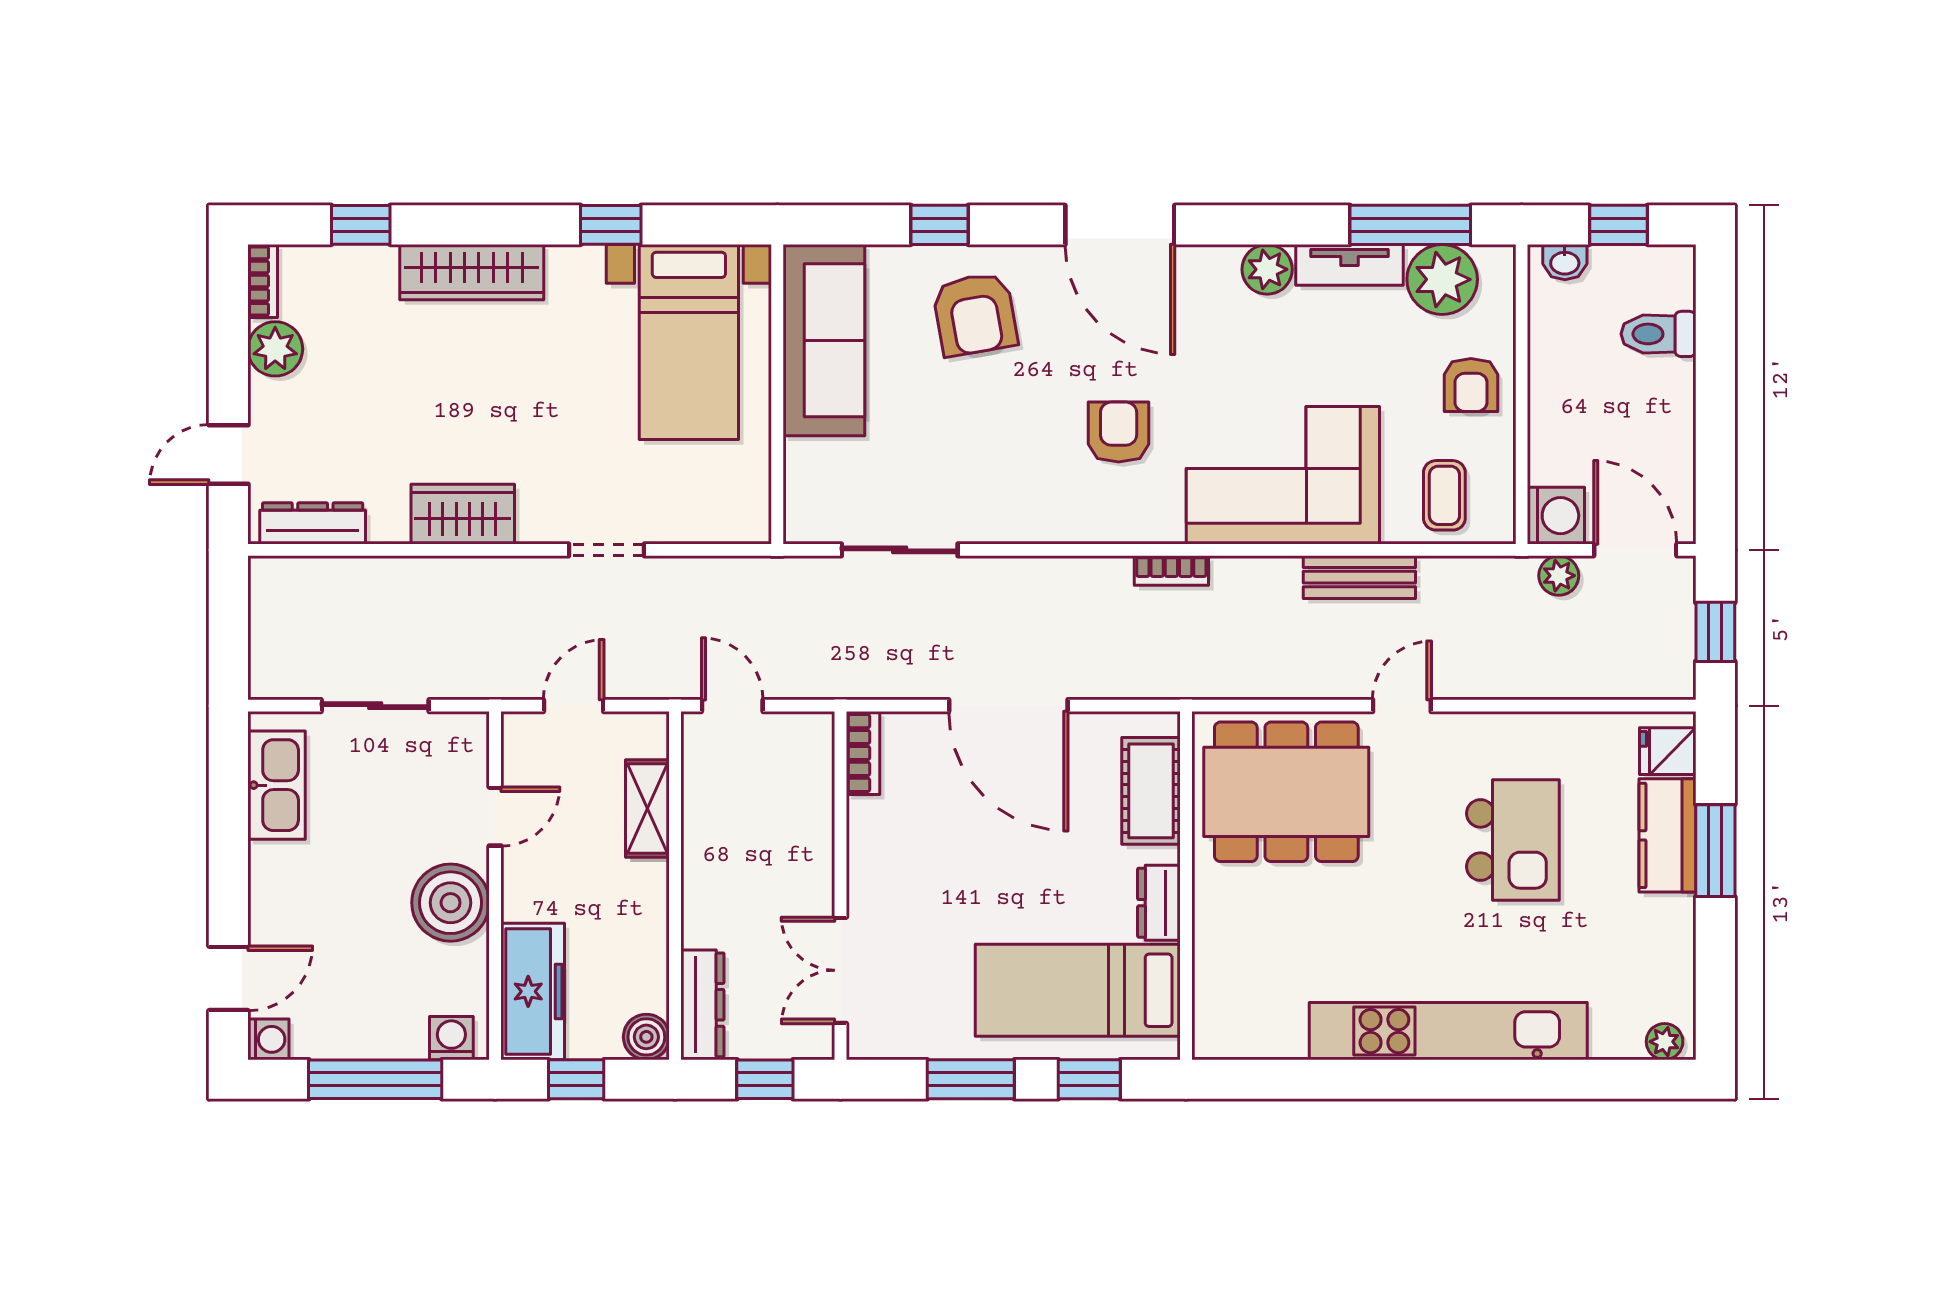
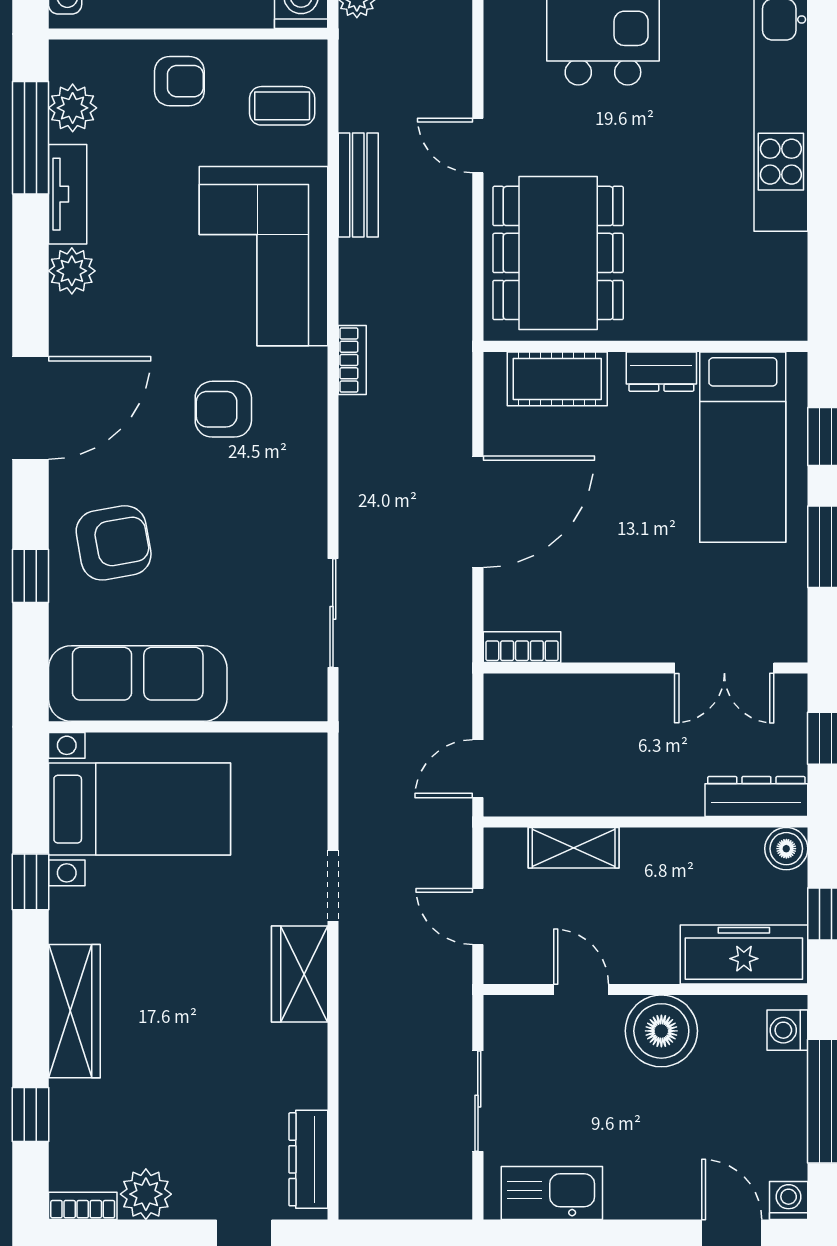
plant: (1442, 279) -> (73, 108), width x0.73, depth x0.73
wardrobe: (463, 514) -> (300, 974), moved

